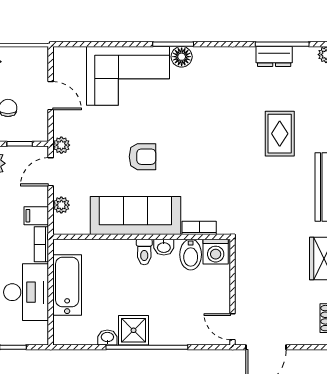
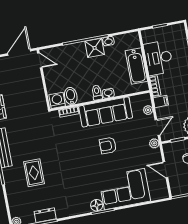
washbasin: (164, 247) -> (108, 93), moved

